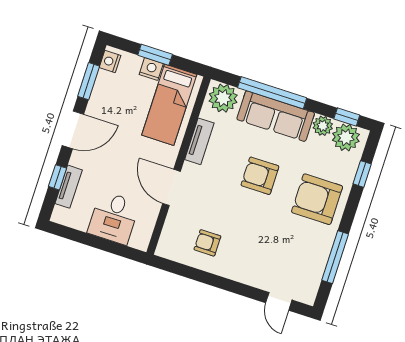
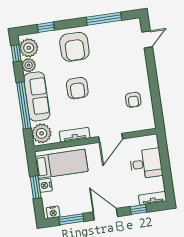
tv unit: (69, 187) -> (153, 198), moved

